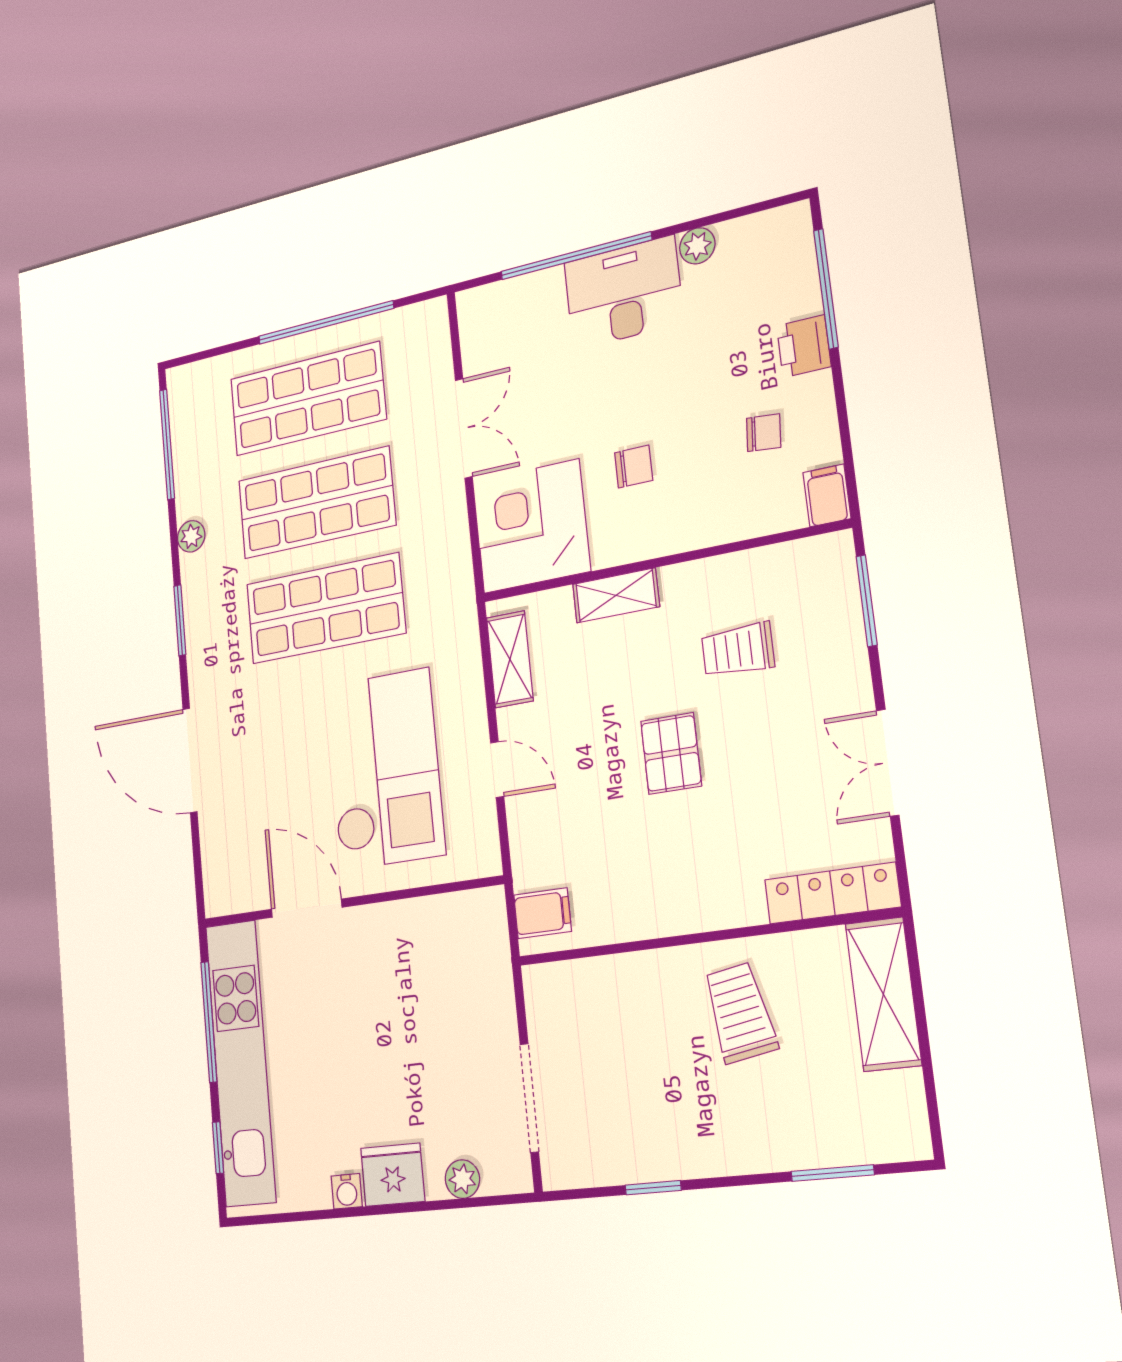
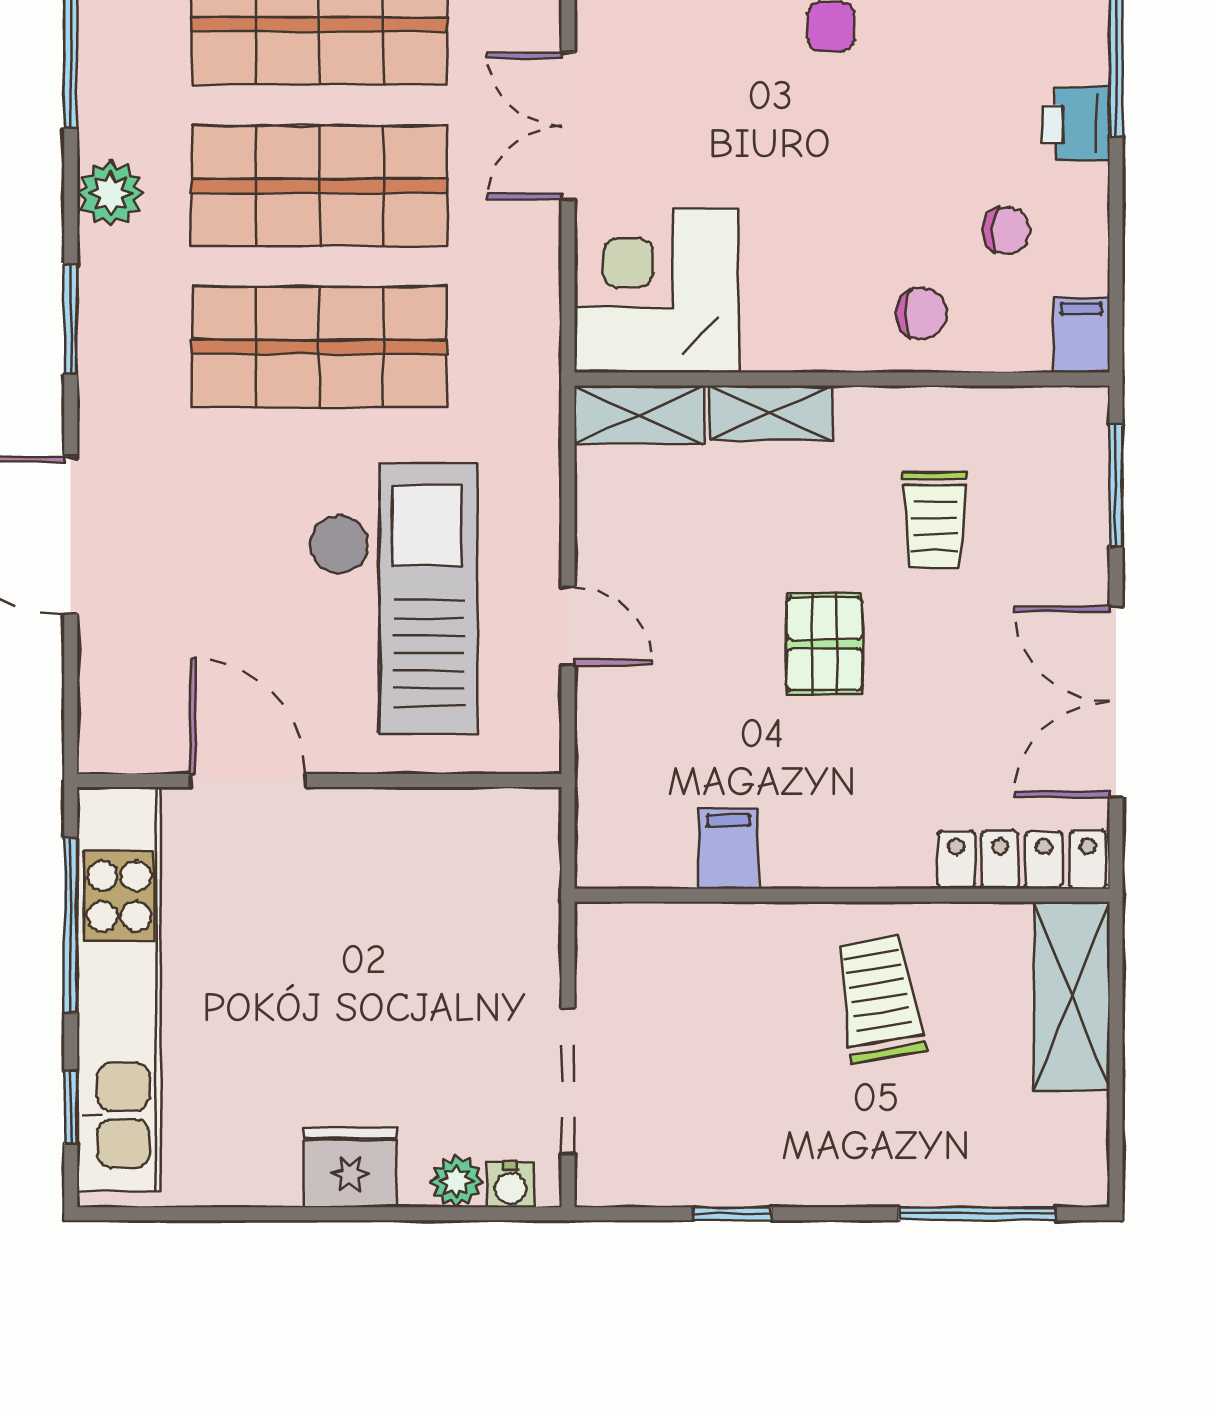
double door: (464, 428) -> (568, 126), swing flipped
chair: (634, 467) -> (921, 313), moved
plant: (191, 536) -> (111, 193), width x1.38, depth x1.38
trolley: (738, 650) -> (934, 520), turned -90
shelving: (510, 659) -> (639, 415), moved, turned 90
double door: (888, 763) -> (1116, 702), width x1.37
filing cabinet: (543, 913) -> (728, 849), moved, turned -90
window: (832, 1173) -> (977, 1214), width x1.44
water cooler: (347, 1191) -> (510, 1185), moved

